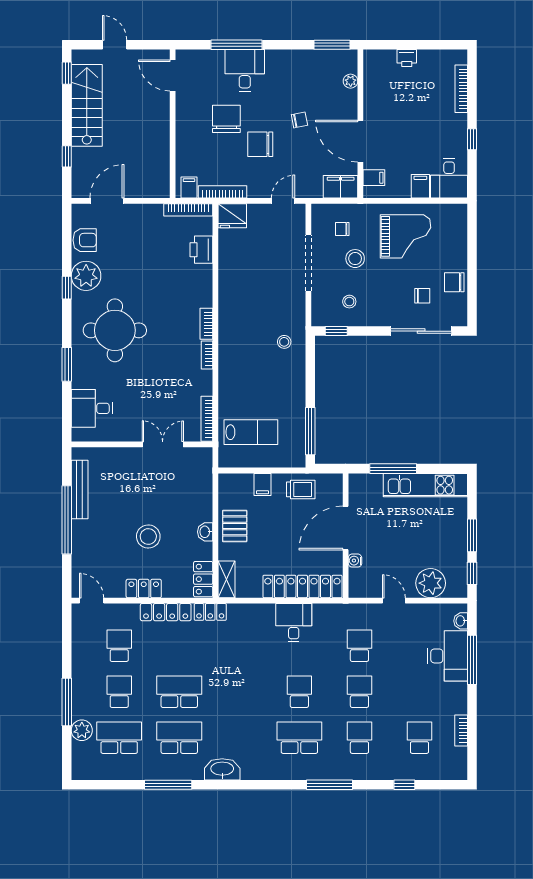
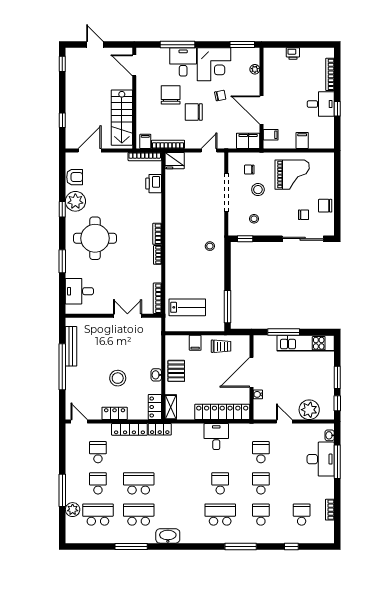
corner desk: (290, 74) -> (214, 64), added
stairs: (87, 105) -> (122, 118), moved, turned 180
desk: (449, 178) -> (321, 104), moved, turned -90

